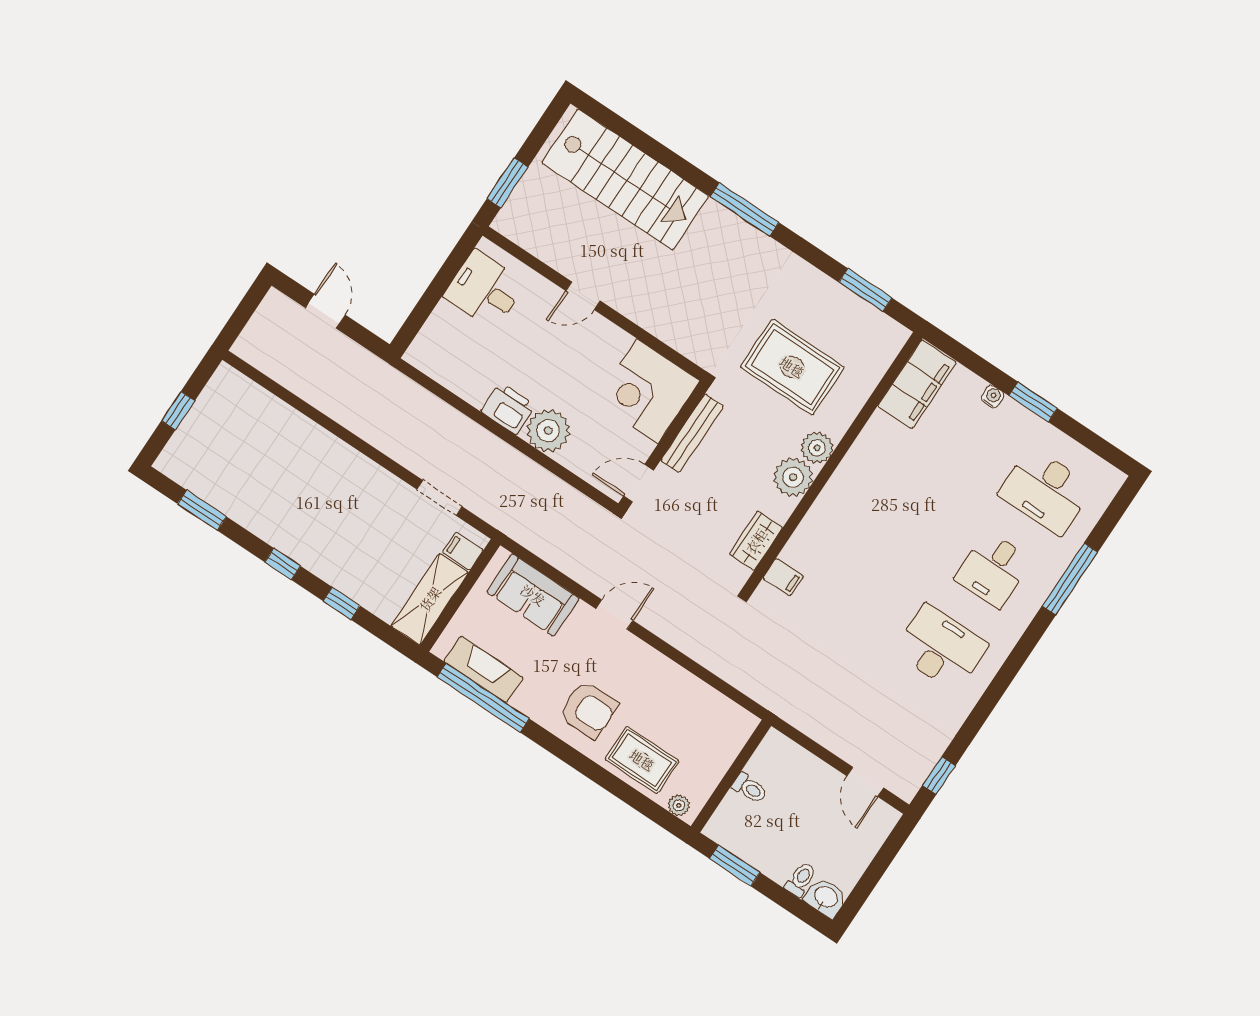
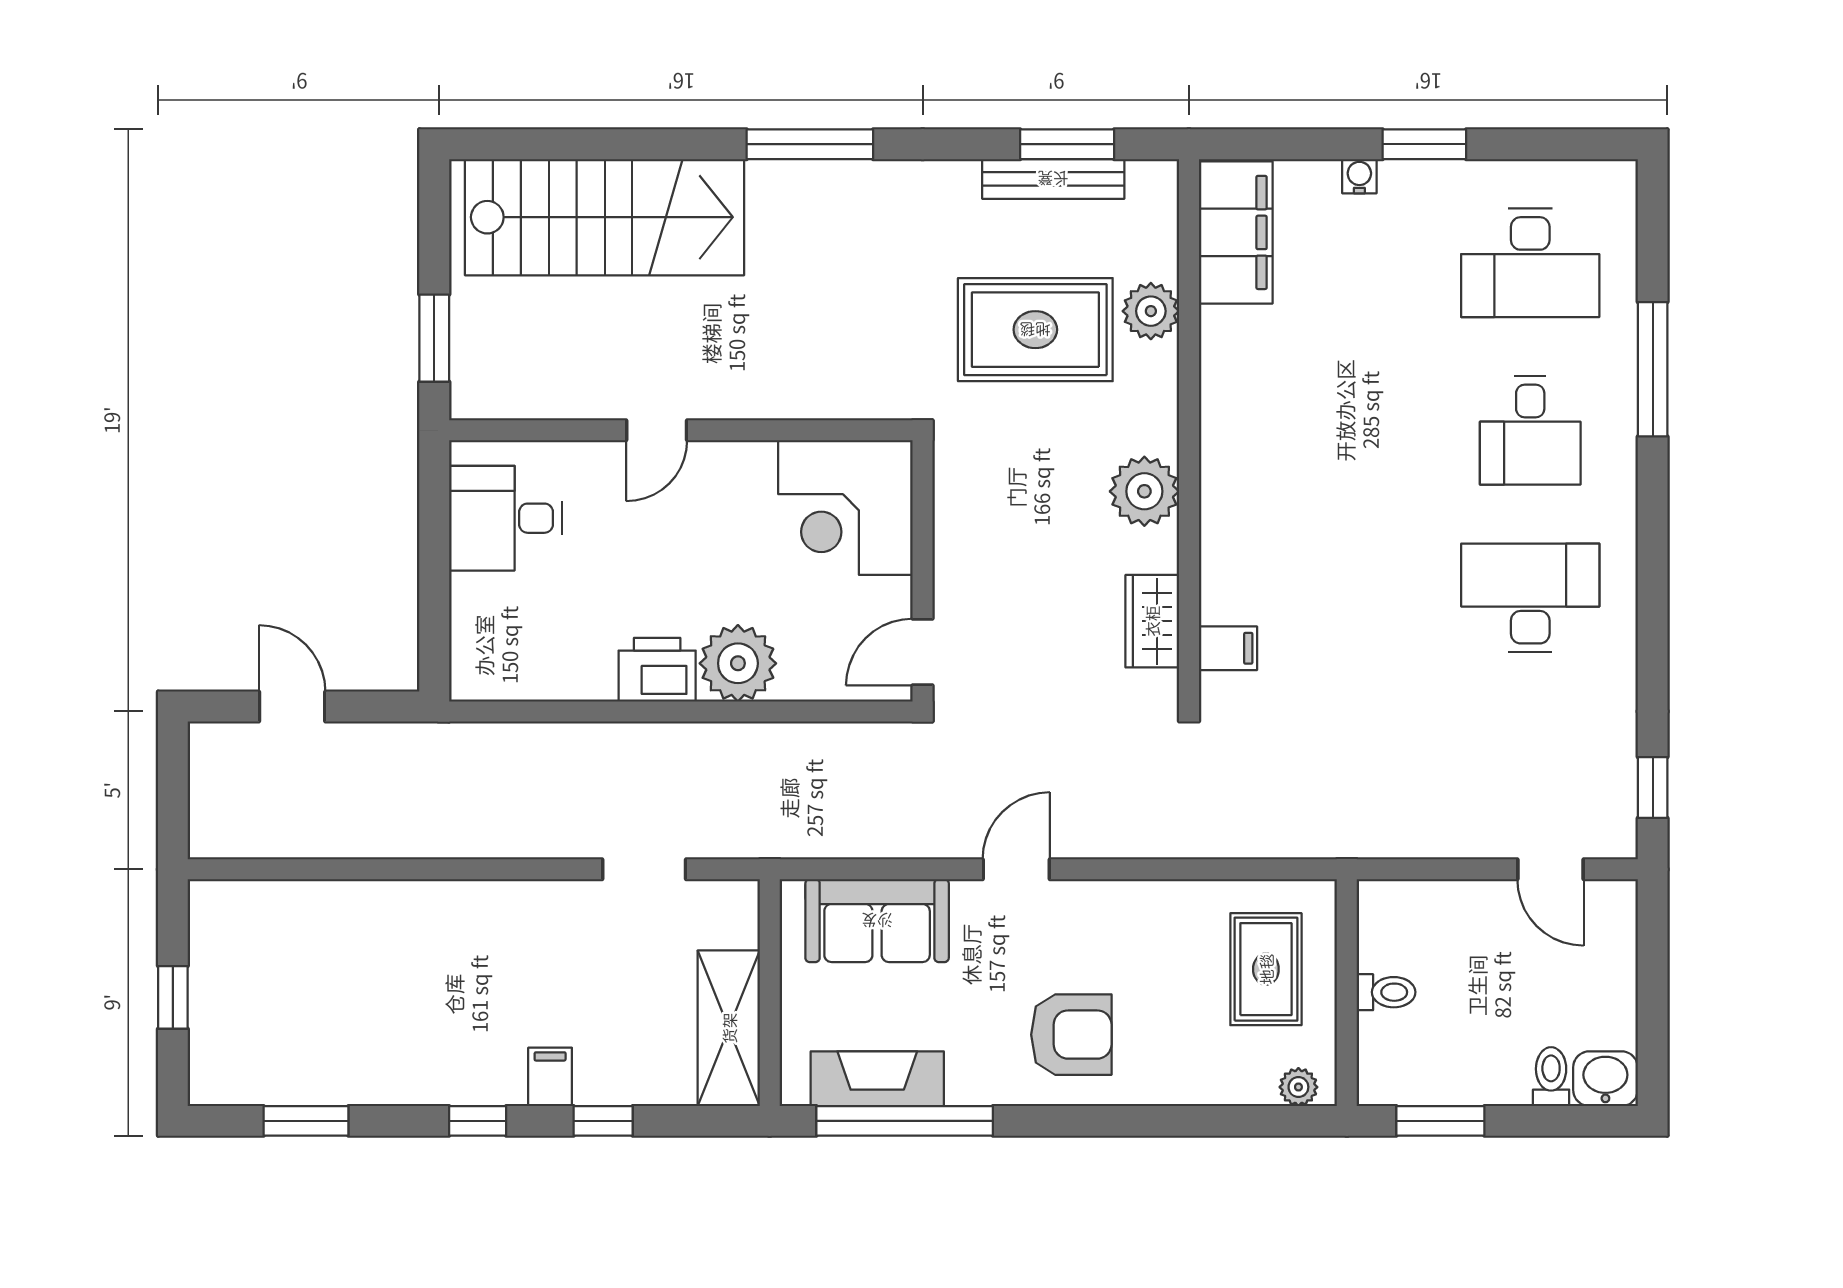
bench: (692, 433) -> (1053, 179), moved, turned 90
plant: (817, 448) -> (1151, 311), moved
filing cabinet: (463, 551) -> (550, 1077), moved, turned 90
rug: (642, 760) -> (1266, 969), moved, turned 90

